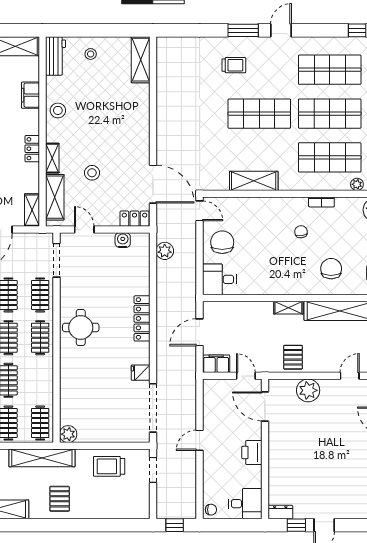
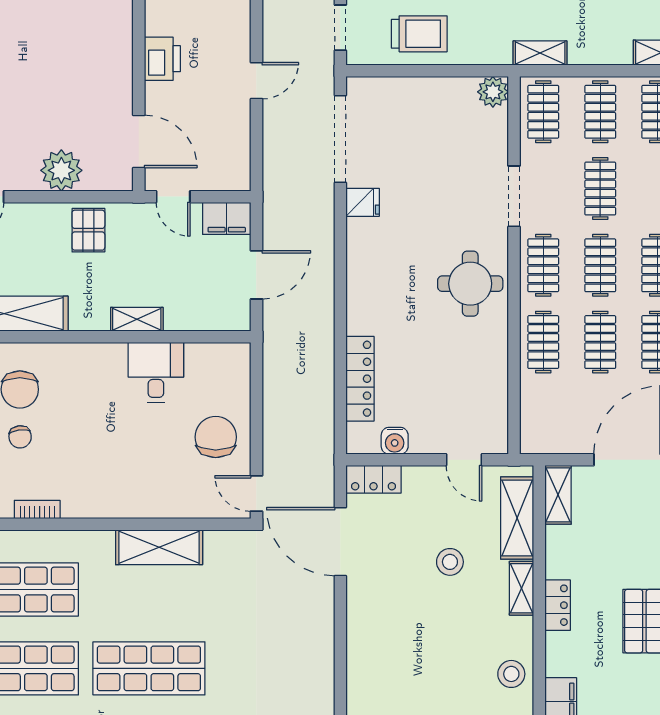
chair: (301, 232) -> (20, 437), moved
chair: (222, 242) -> (216, 437), turned 180
plant: (165, 251) -> (319, 421), removed
doorway: (56, 260) -> (514, 196), moved
desk: (219, 279) -> (156, 372), moved, turned -90
shelving: (288, 308) -> (137, 319), moved
locker: (142, 318) -> (360, 379), moved
shelving: (42, 458) -> (540, 53), width x0.45, depth x0.75

